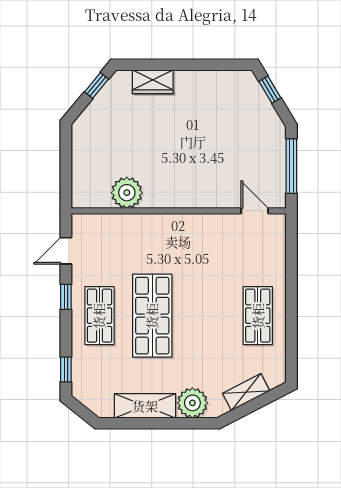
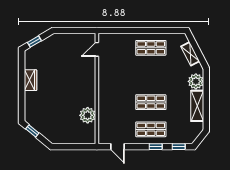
wardrobe: (153, 82) -> (30, 80), moved
window: (291, 166) -> (74, 31), removed
window: (66, 297) -> (156, 147), moved
shop shelf: (152, 316) -> (151, 102), width x0.70, depth x0.74

